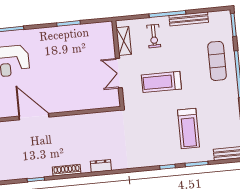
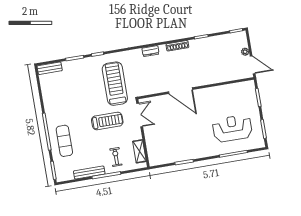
double door: (119, 73) -> (140, 115), moved
door: (34, 117) -> (181, 91), moved
treadmill: (188, 128) -> (115, 84), moved, width x1.37, depth x1.38

